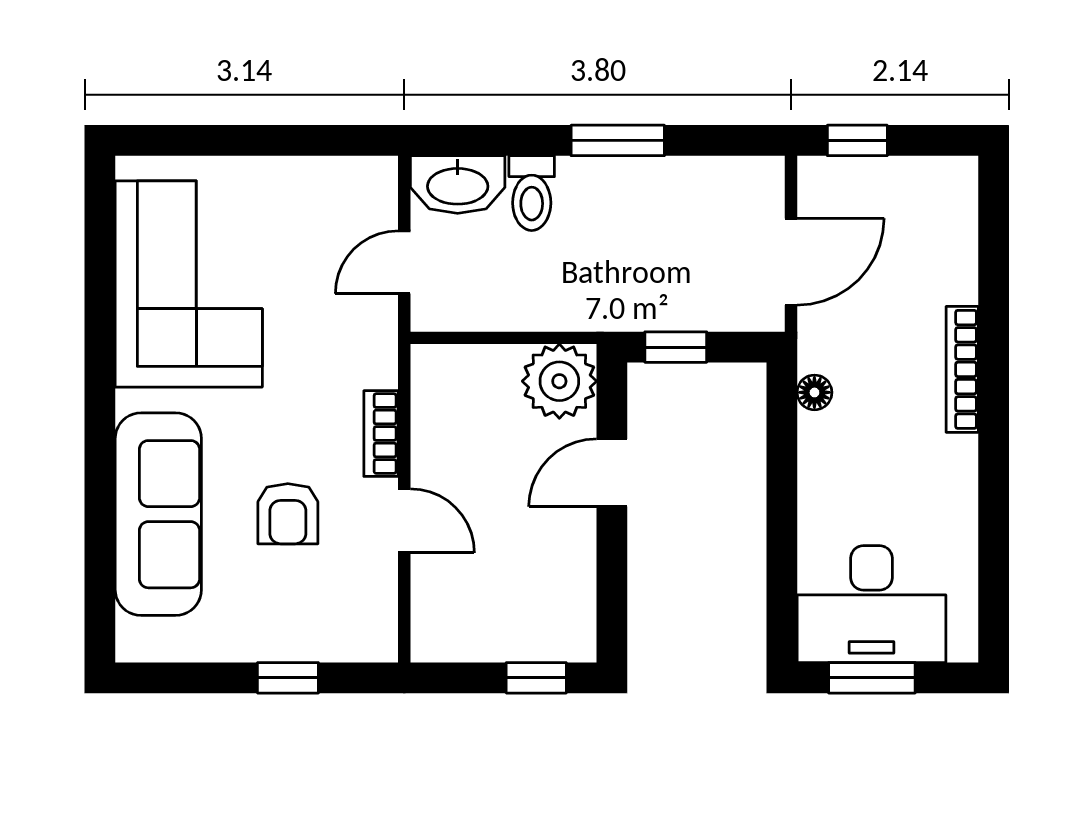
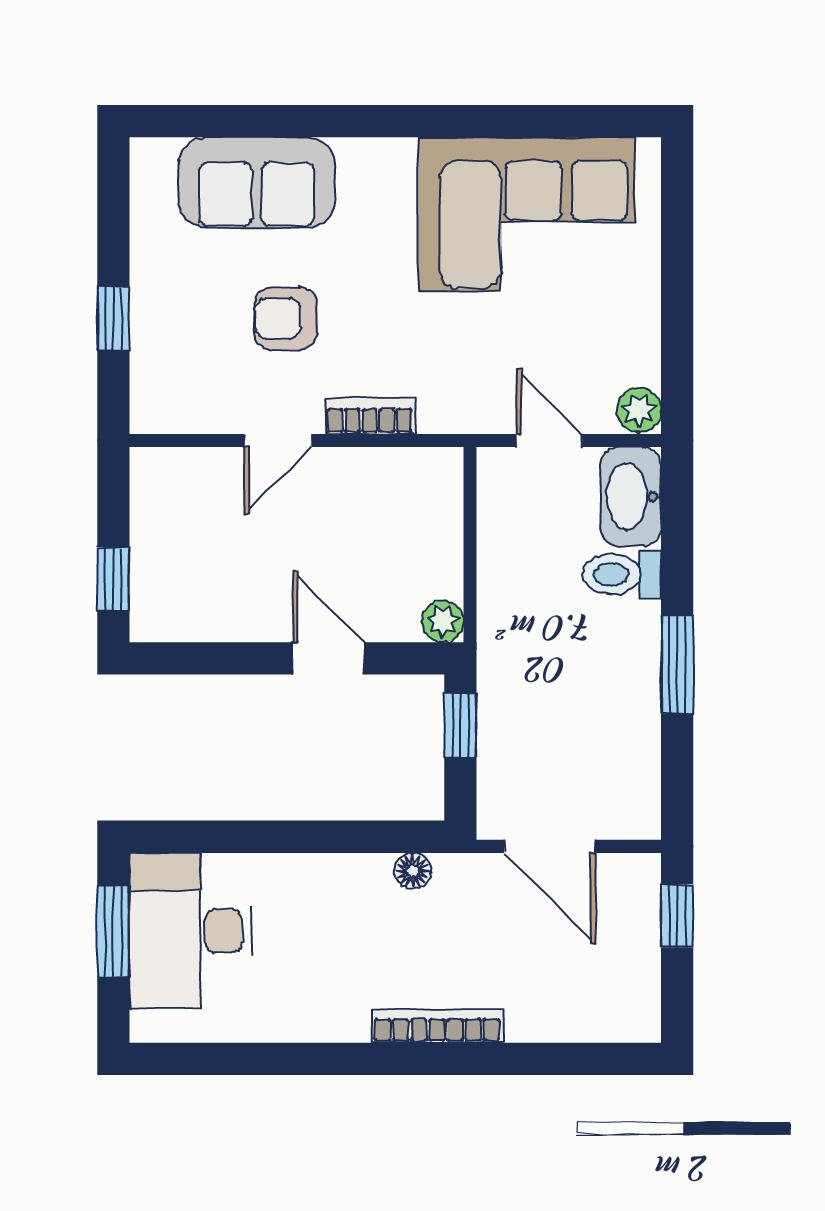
plant: (375, 177) -> (639, 410), added
plant: (559, 381) -> (443, 622), width x0.53, depth x0.53
sofa: (158, 514) -> (257, 182), width x0.73

